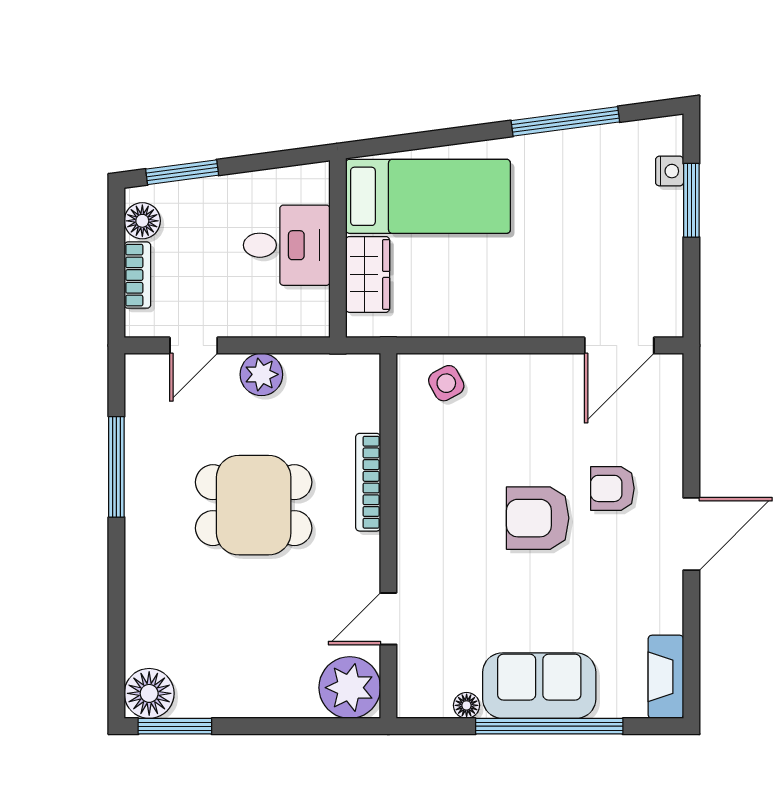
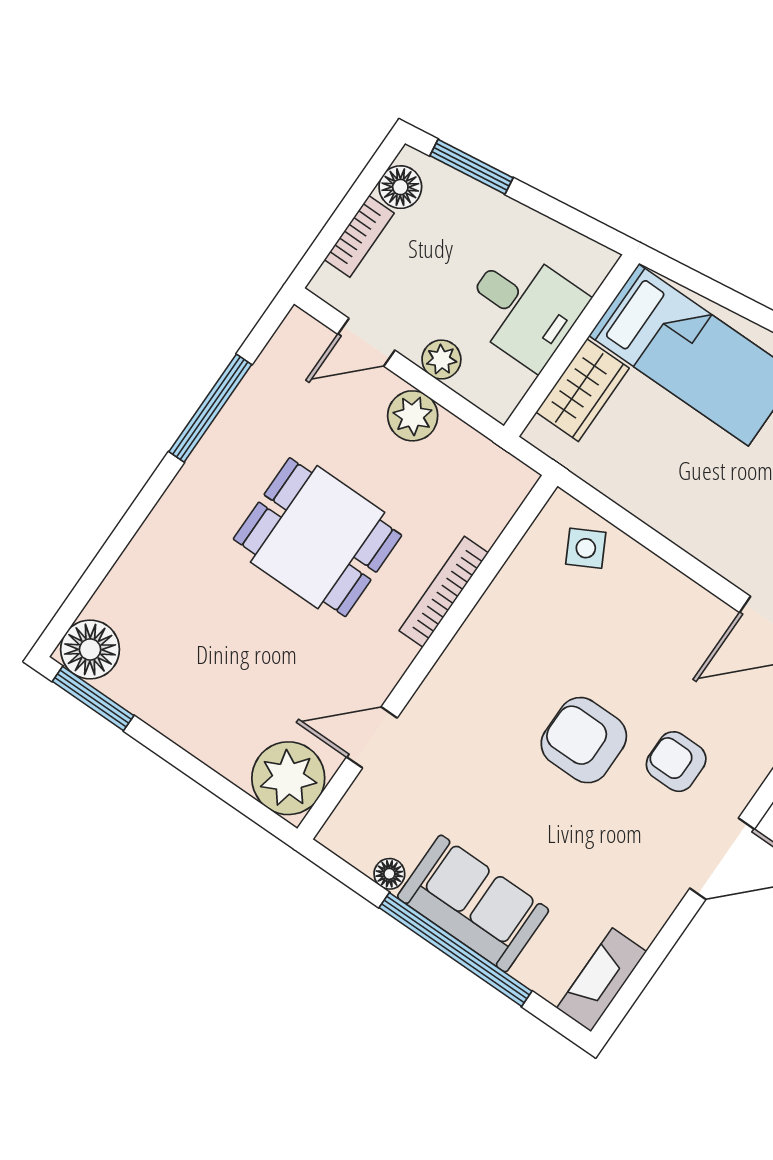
plant: (254, 321) -> (441, 359), added

